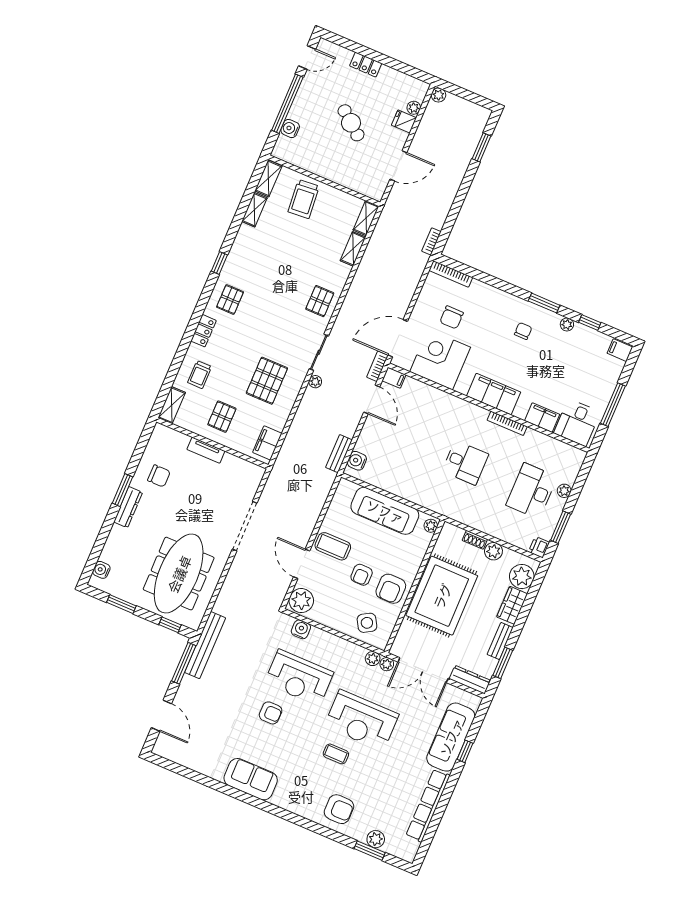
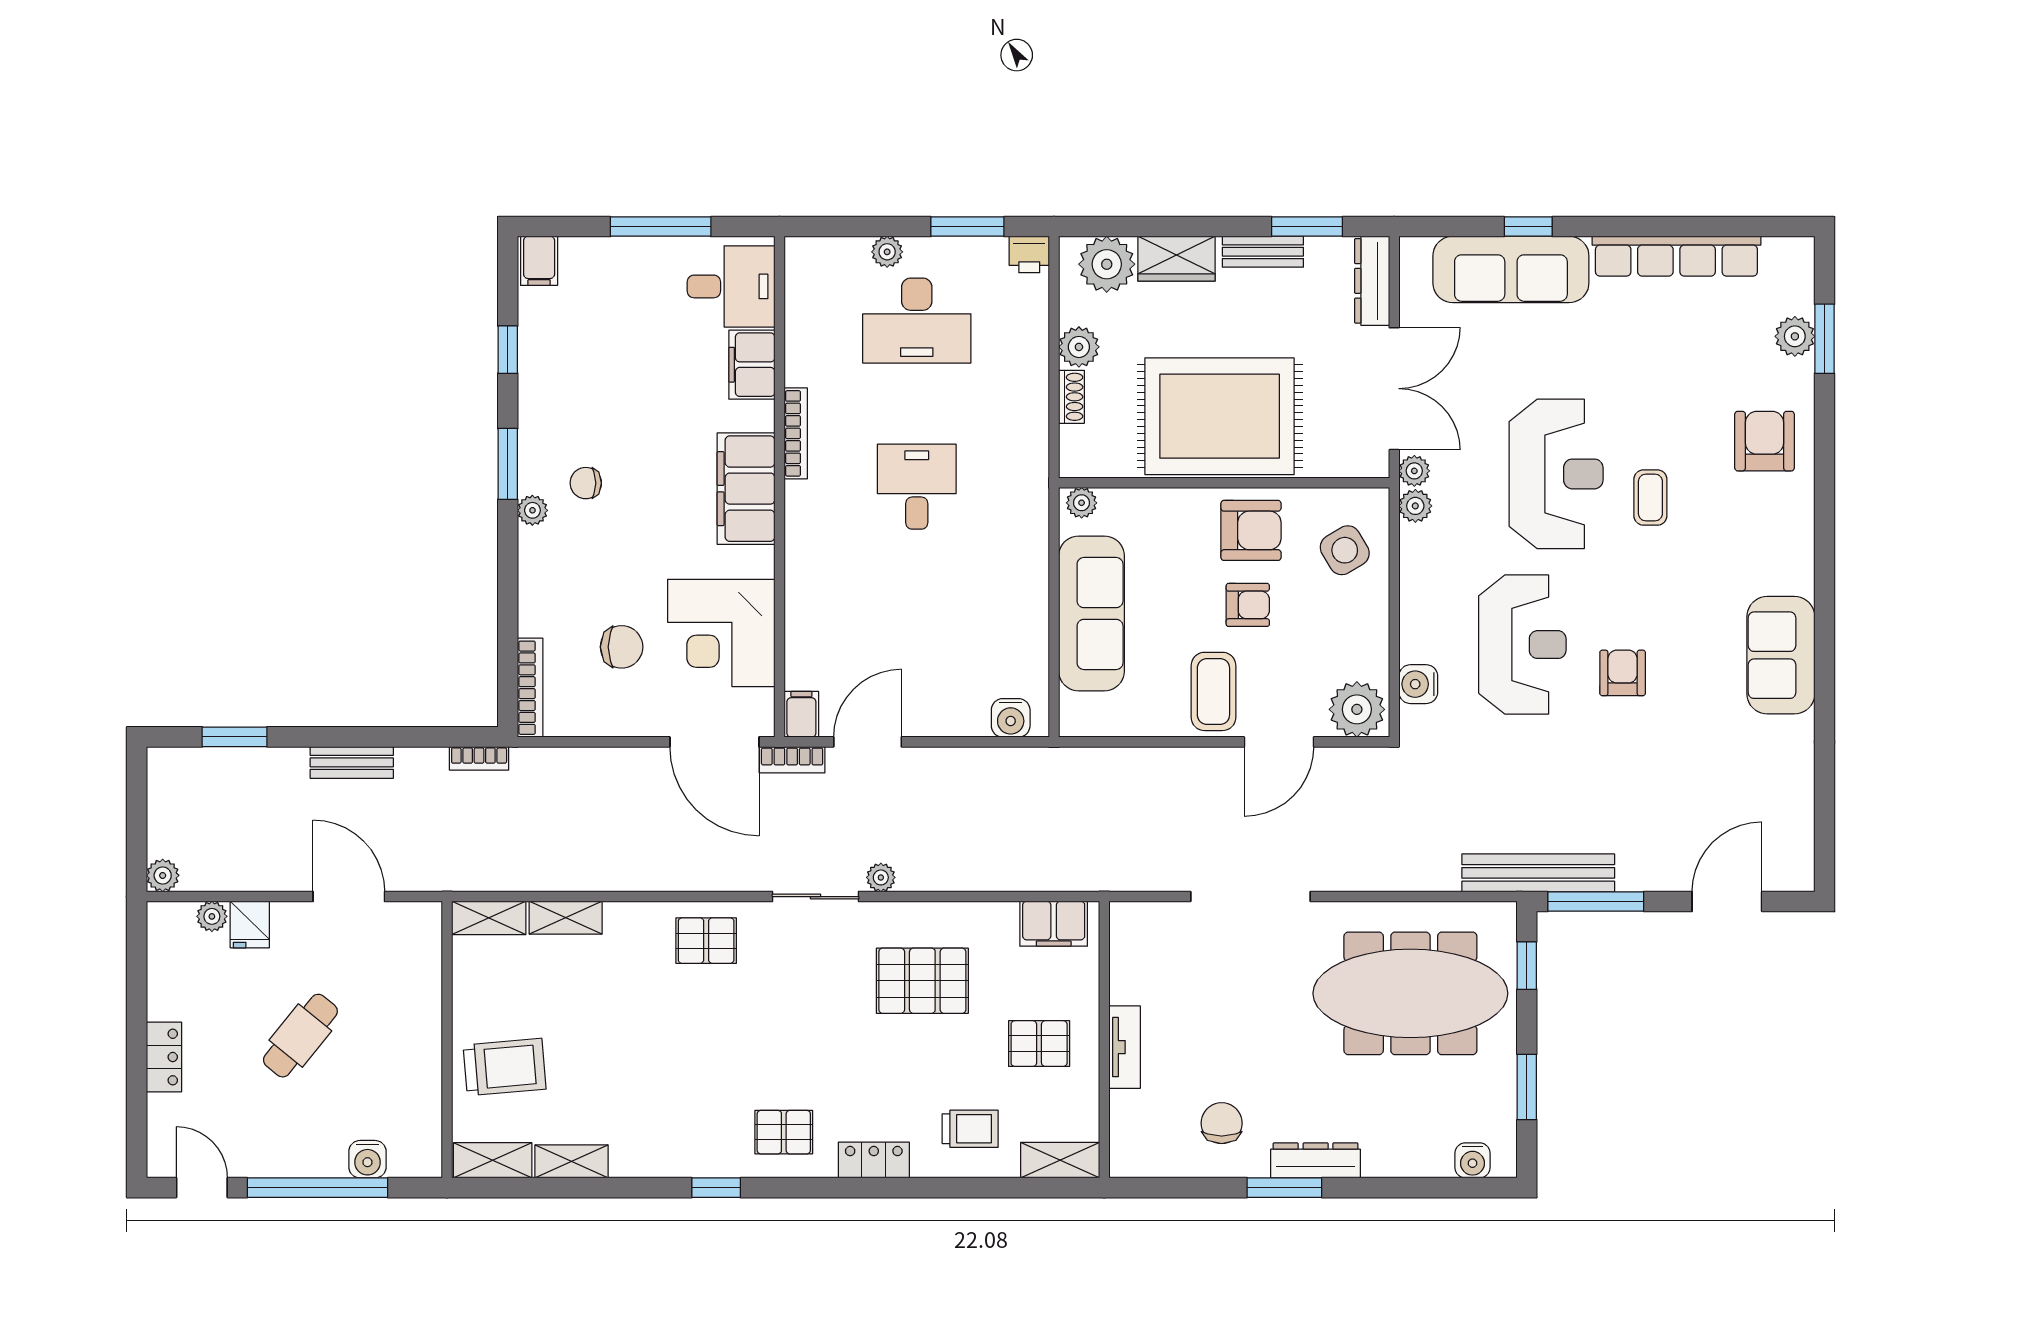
plant: (567, 324) -> (532, 510), moved
bench: (339, 454) -> (352, 762), moved

